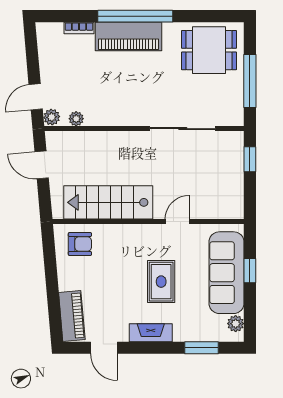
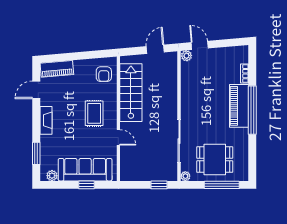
dining table: (209, 50) -> (215, 160), moved, turned 90
window: (250, 81) -> (222, 185), moved
plant: (76, 119) -> (185, 176), moved
rug: (161, 282) -> (94, 113), moved, turned 90

